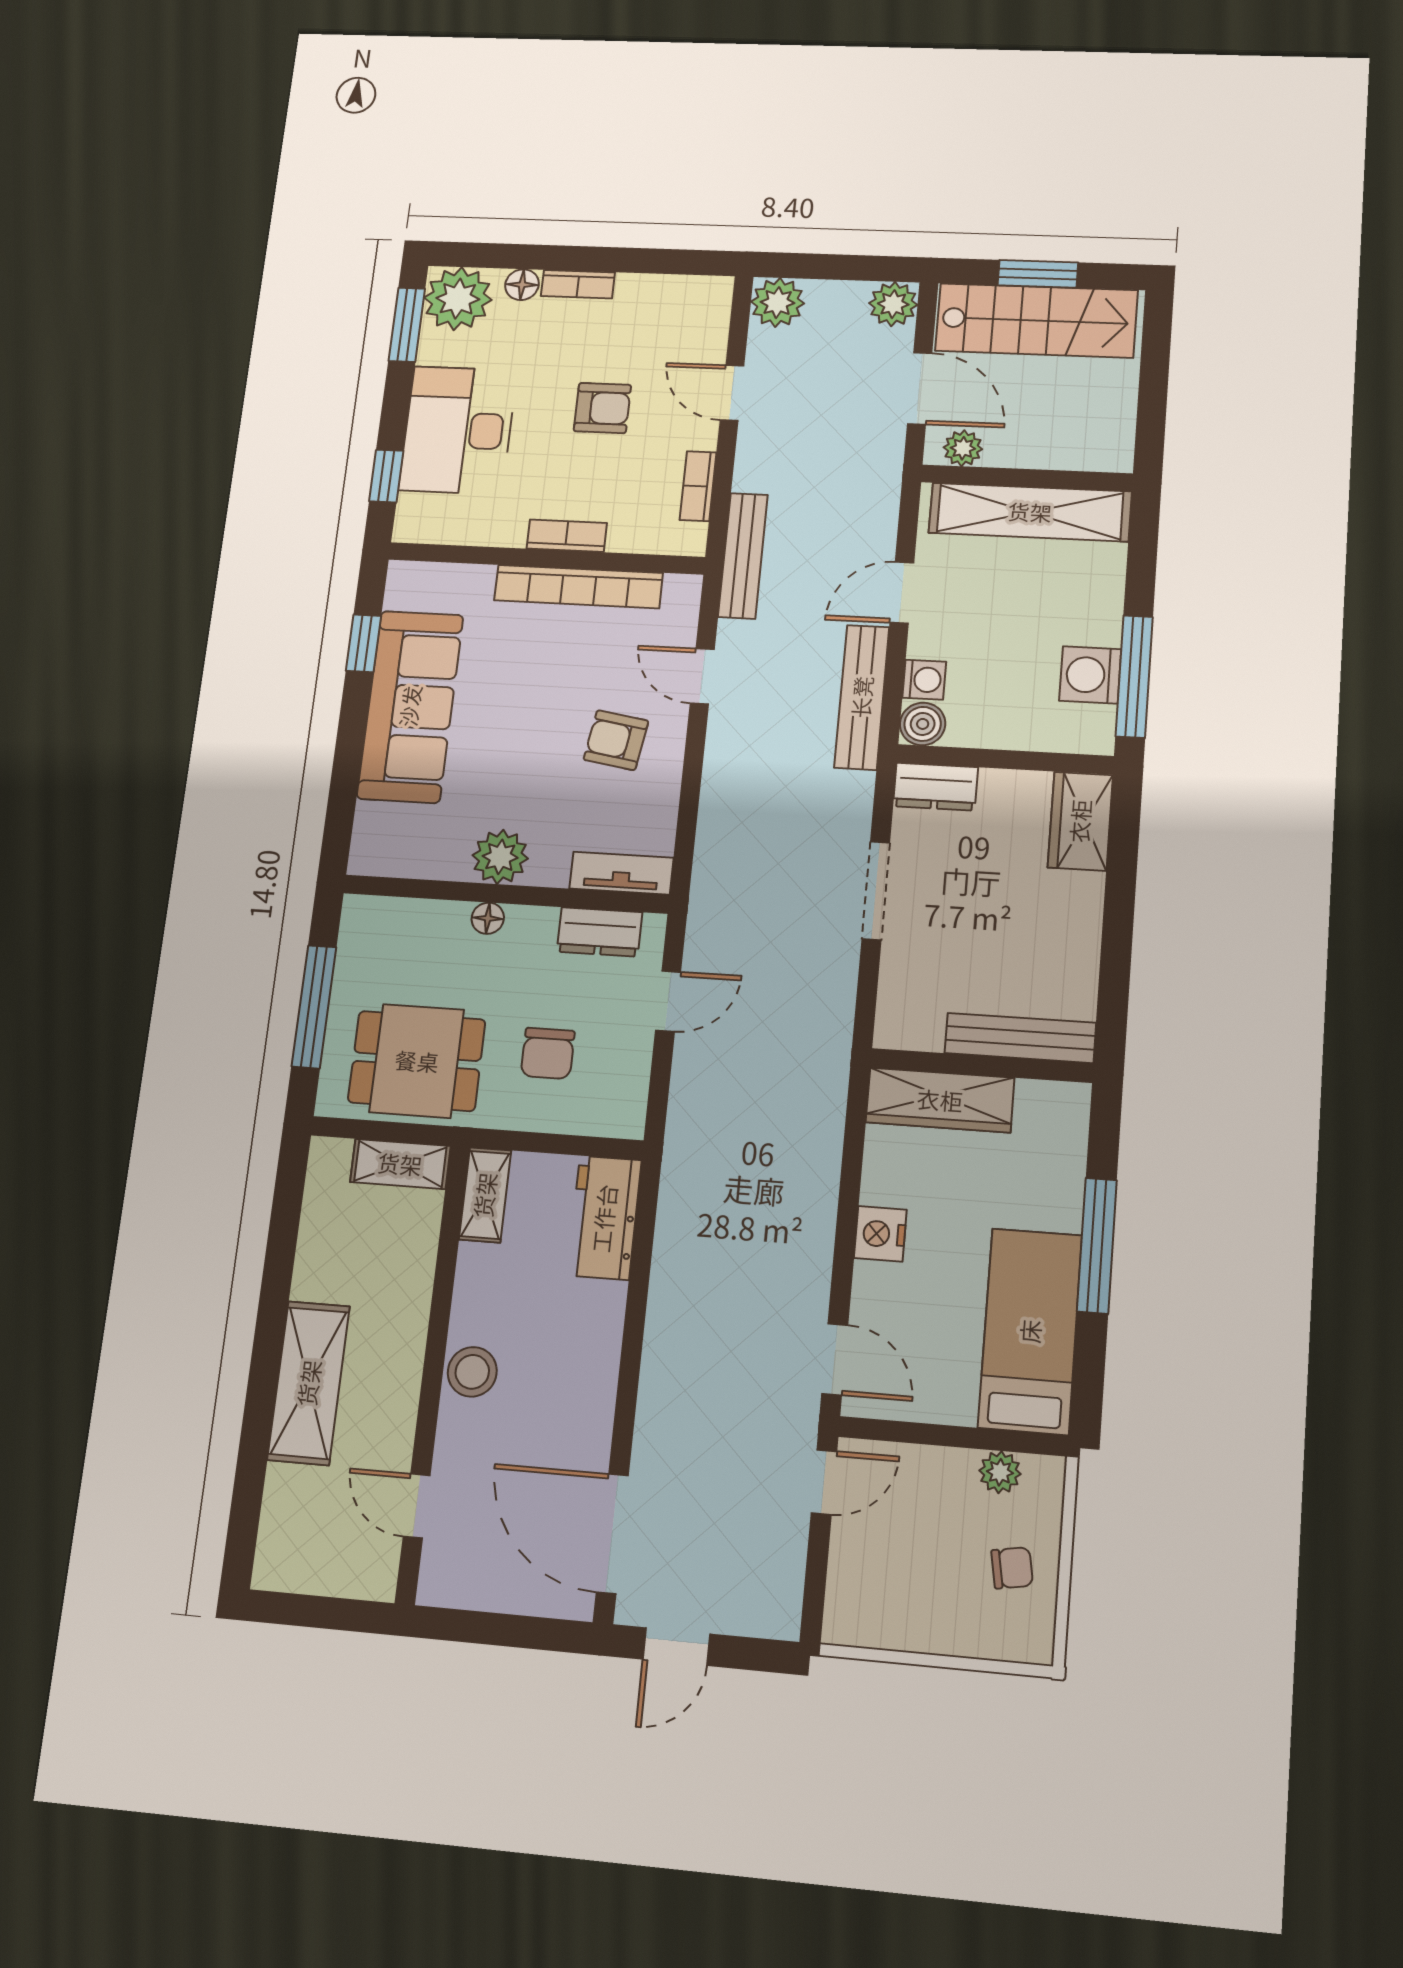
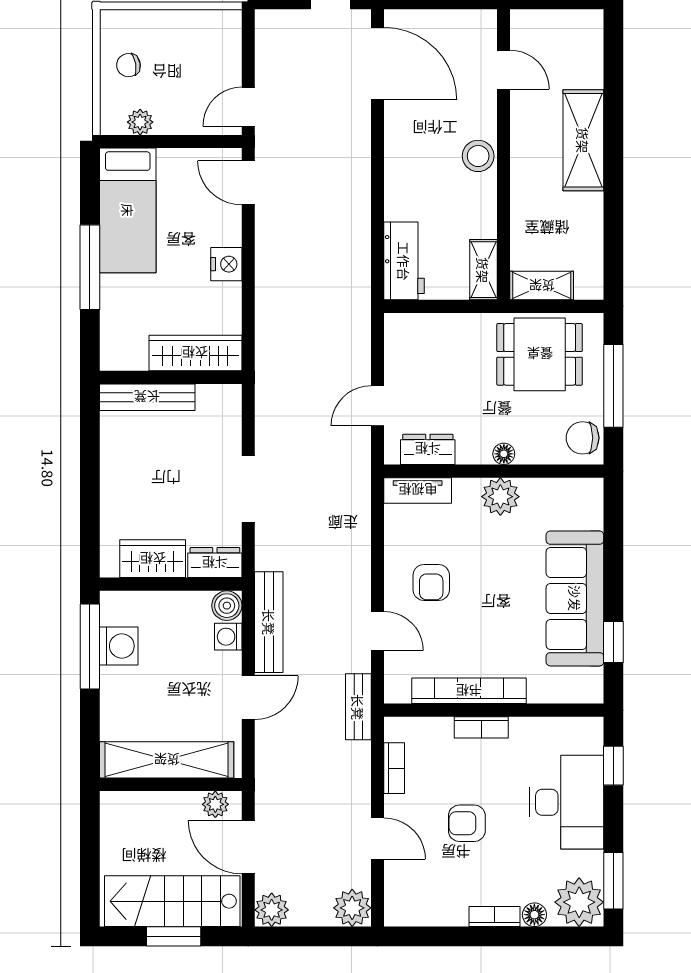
bench: (743, 556) -> (358, 707), width x0.73
armchair: (616, 740) -> (431, 582), turned 81
wardrobe: (1080, 821) -> (153, 559), moved, turned -90
chair: (548, 1053) -> (583, 438), moved, turned -90

